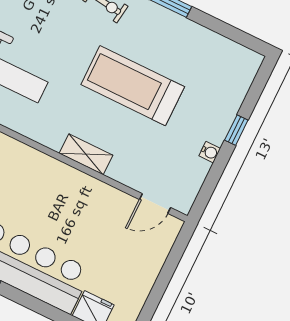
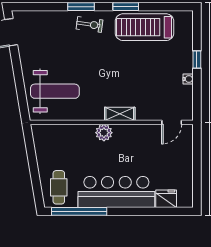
treadmill: (133, 86) -> (145, 27), moved
plant: (50, 170) -> (104, 133), added

